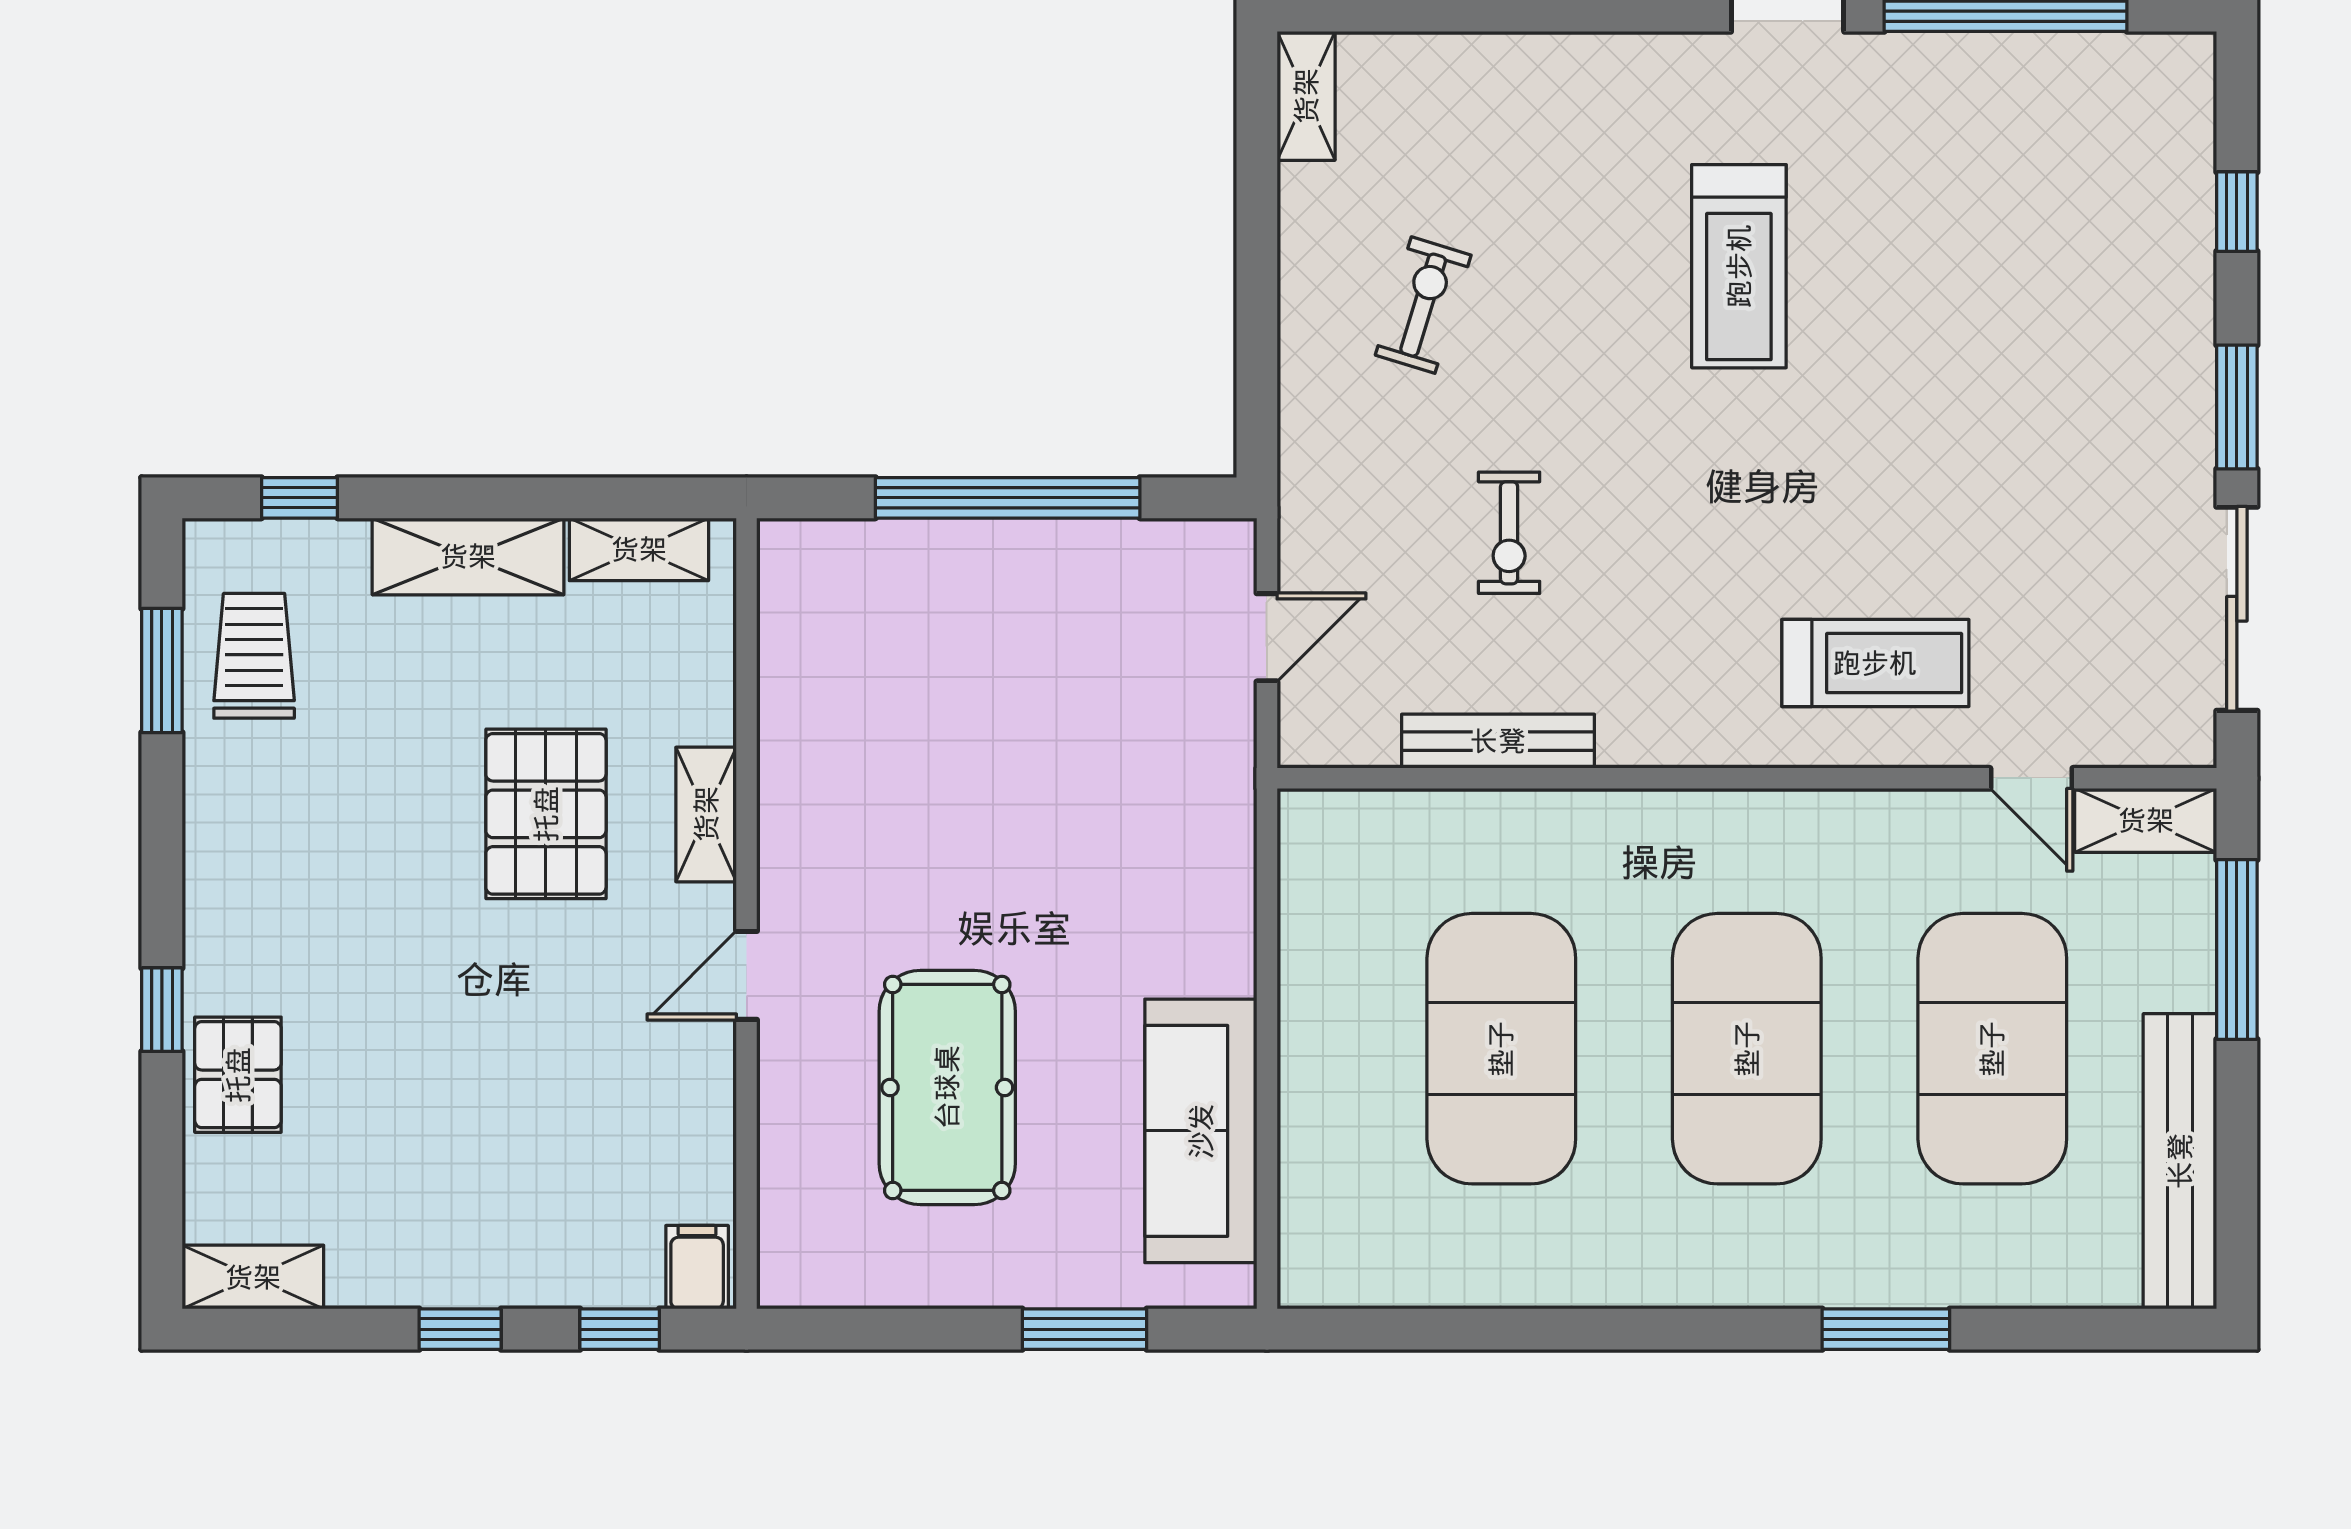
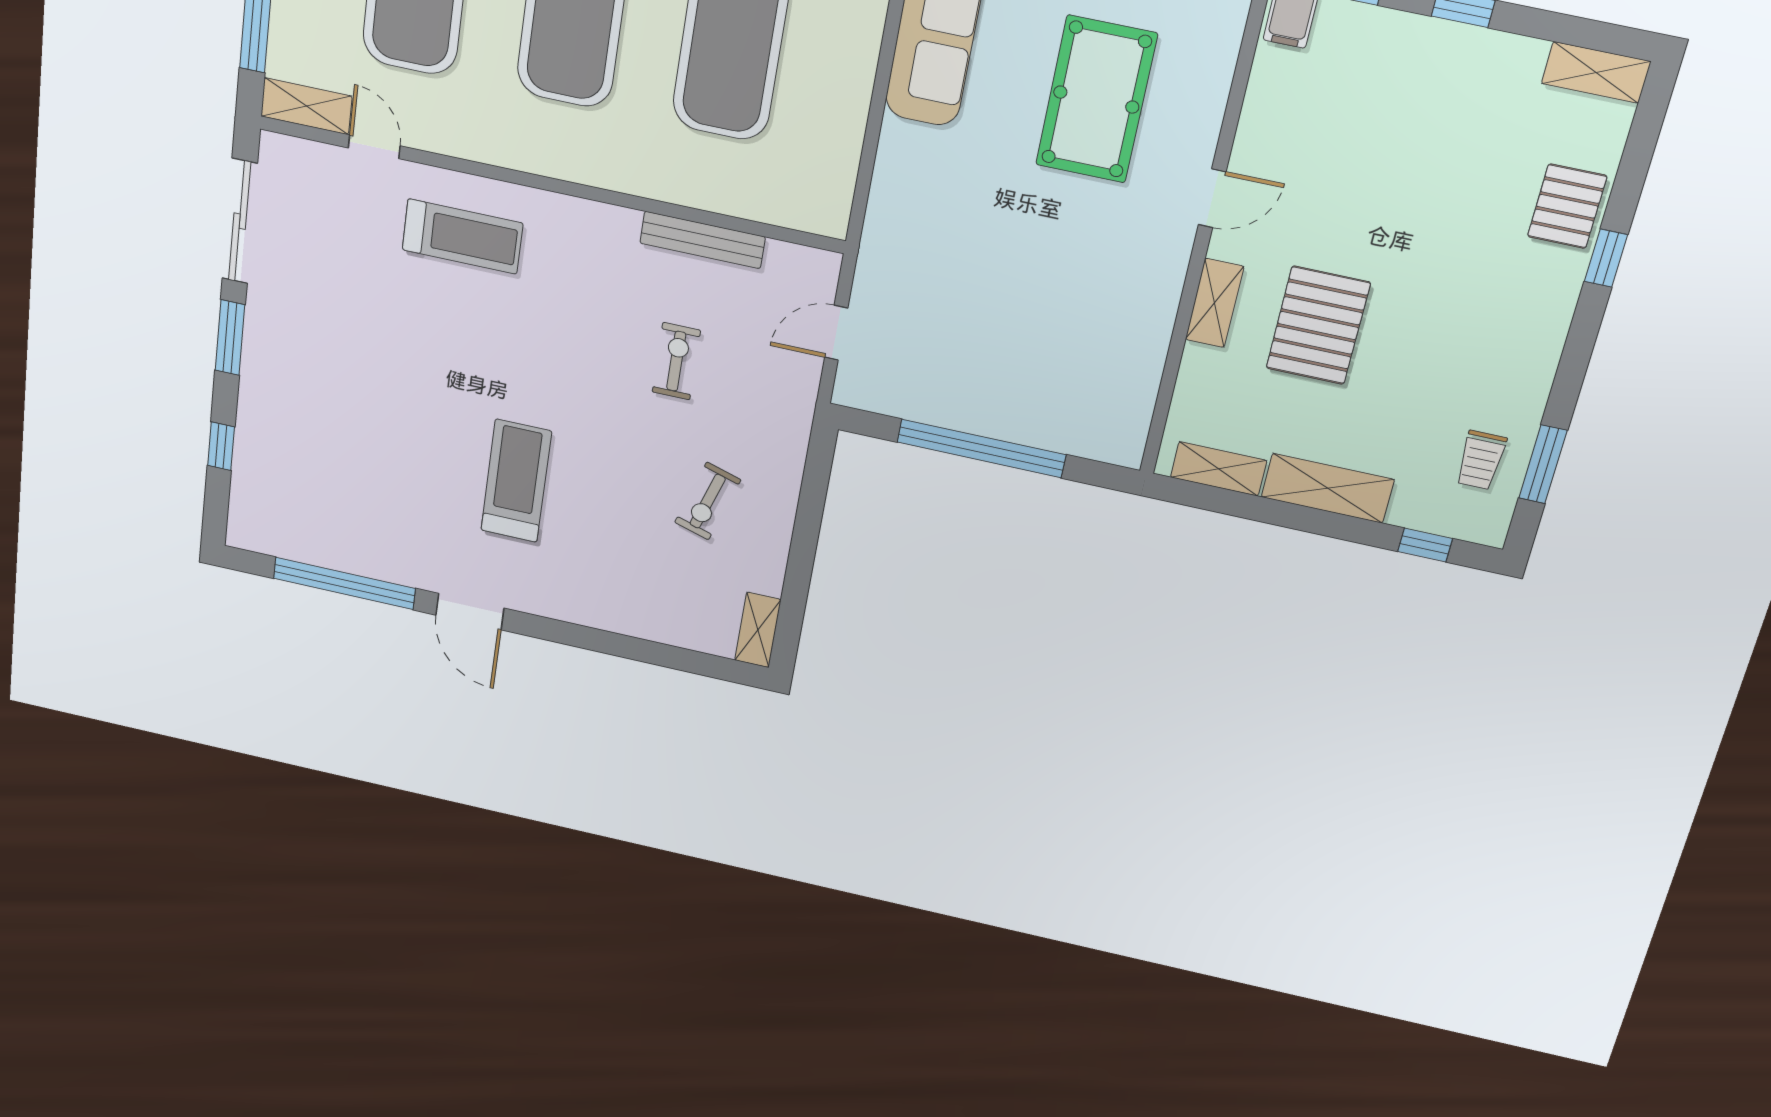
trolley: (254, 656) -> (1481, 460), width x0.73, depth x0.72
treadmill: (1875, 663) -> (462, 236), turned 180

